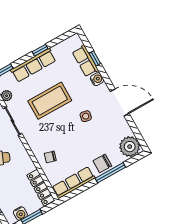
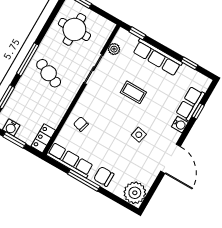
window: (40, 50) -> (189, 63), moved
coffee table: (50, 101) -> (133, 92), width x0.54, depth x0.58
window: (110, 173) -> (84, 180), moved
locker: (41, 188) -> (43, 138), width x0.66

